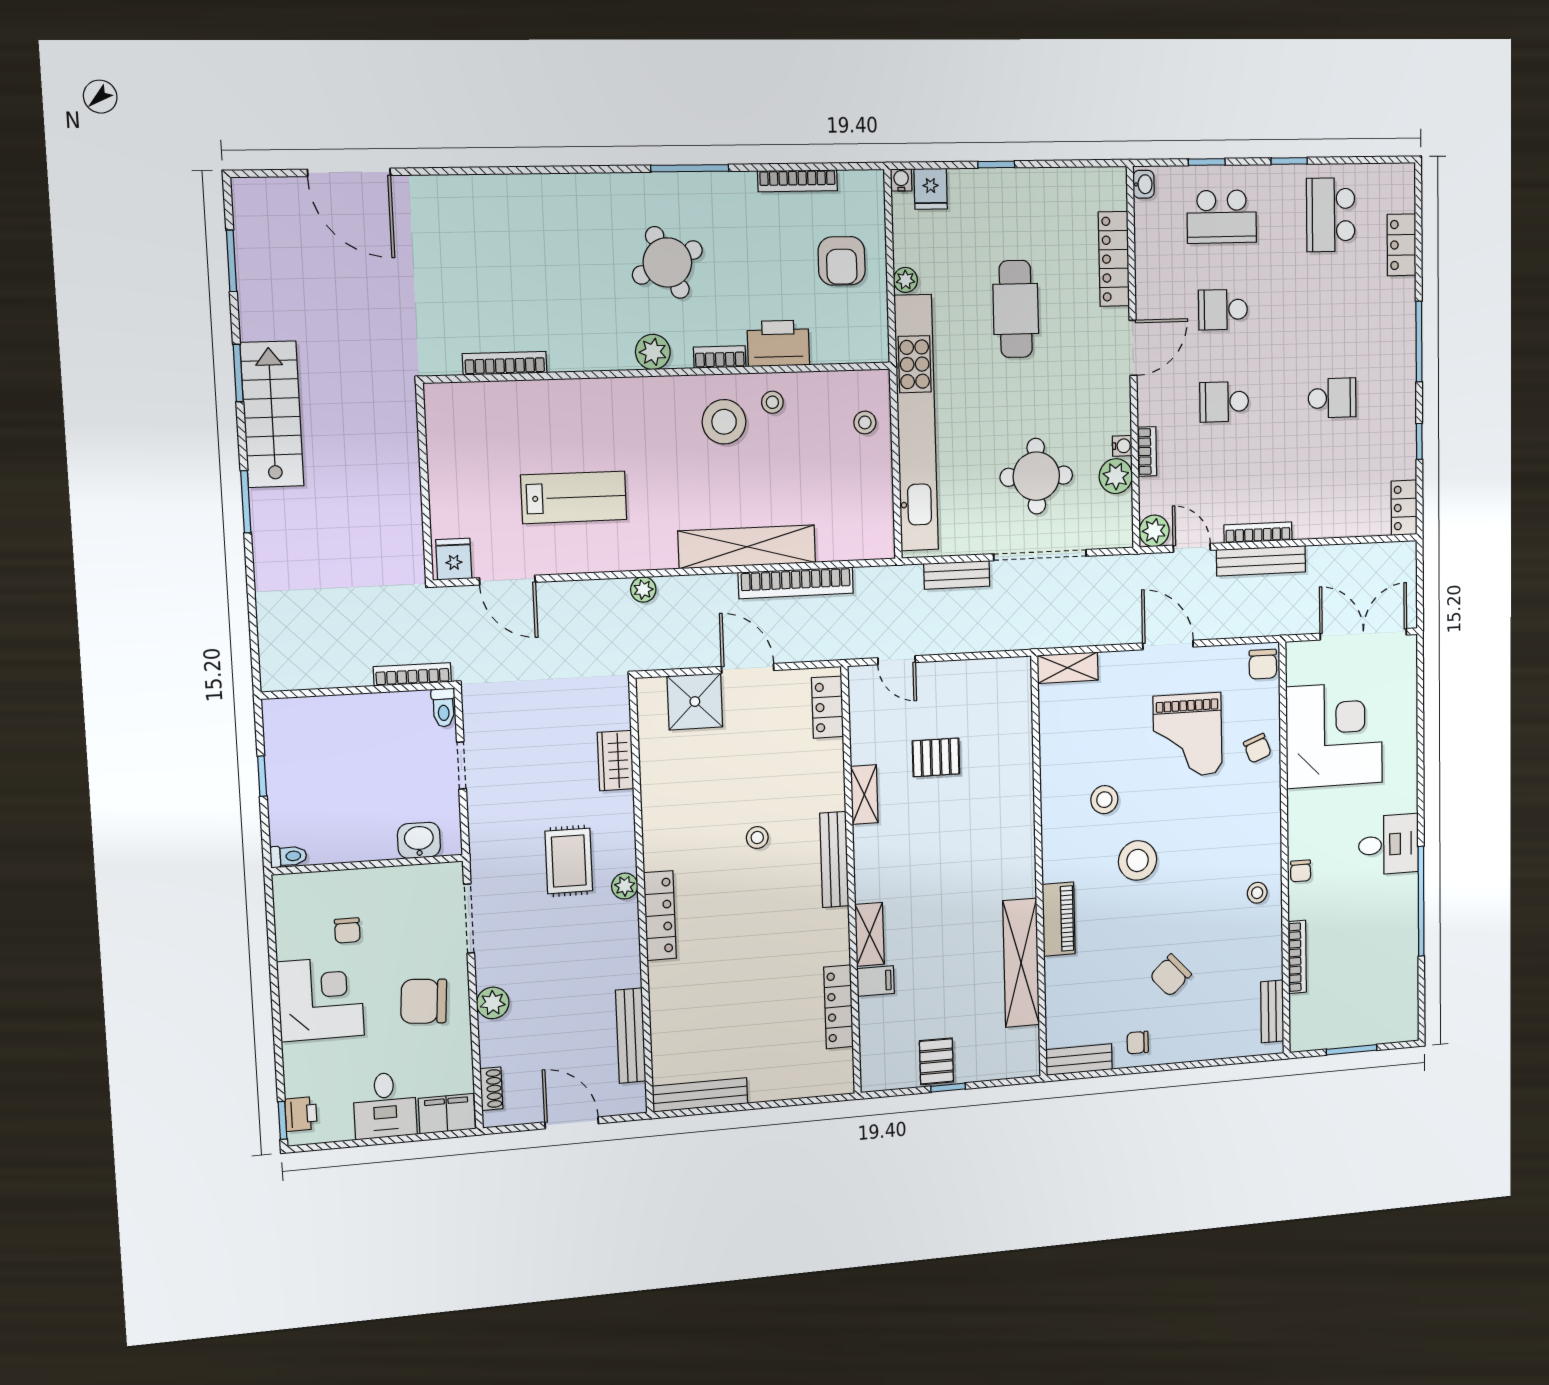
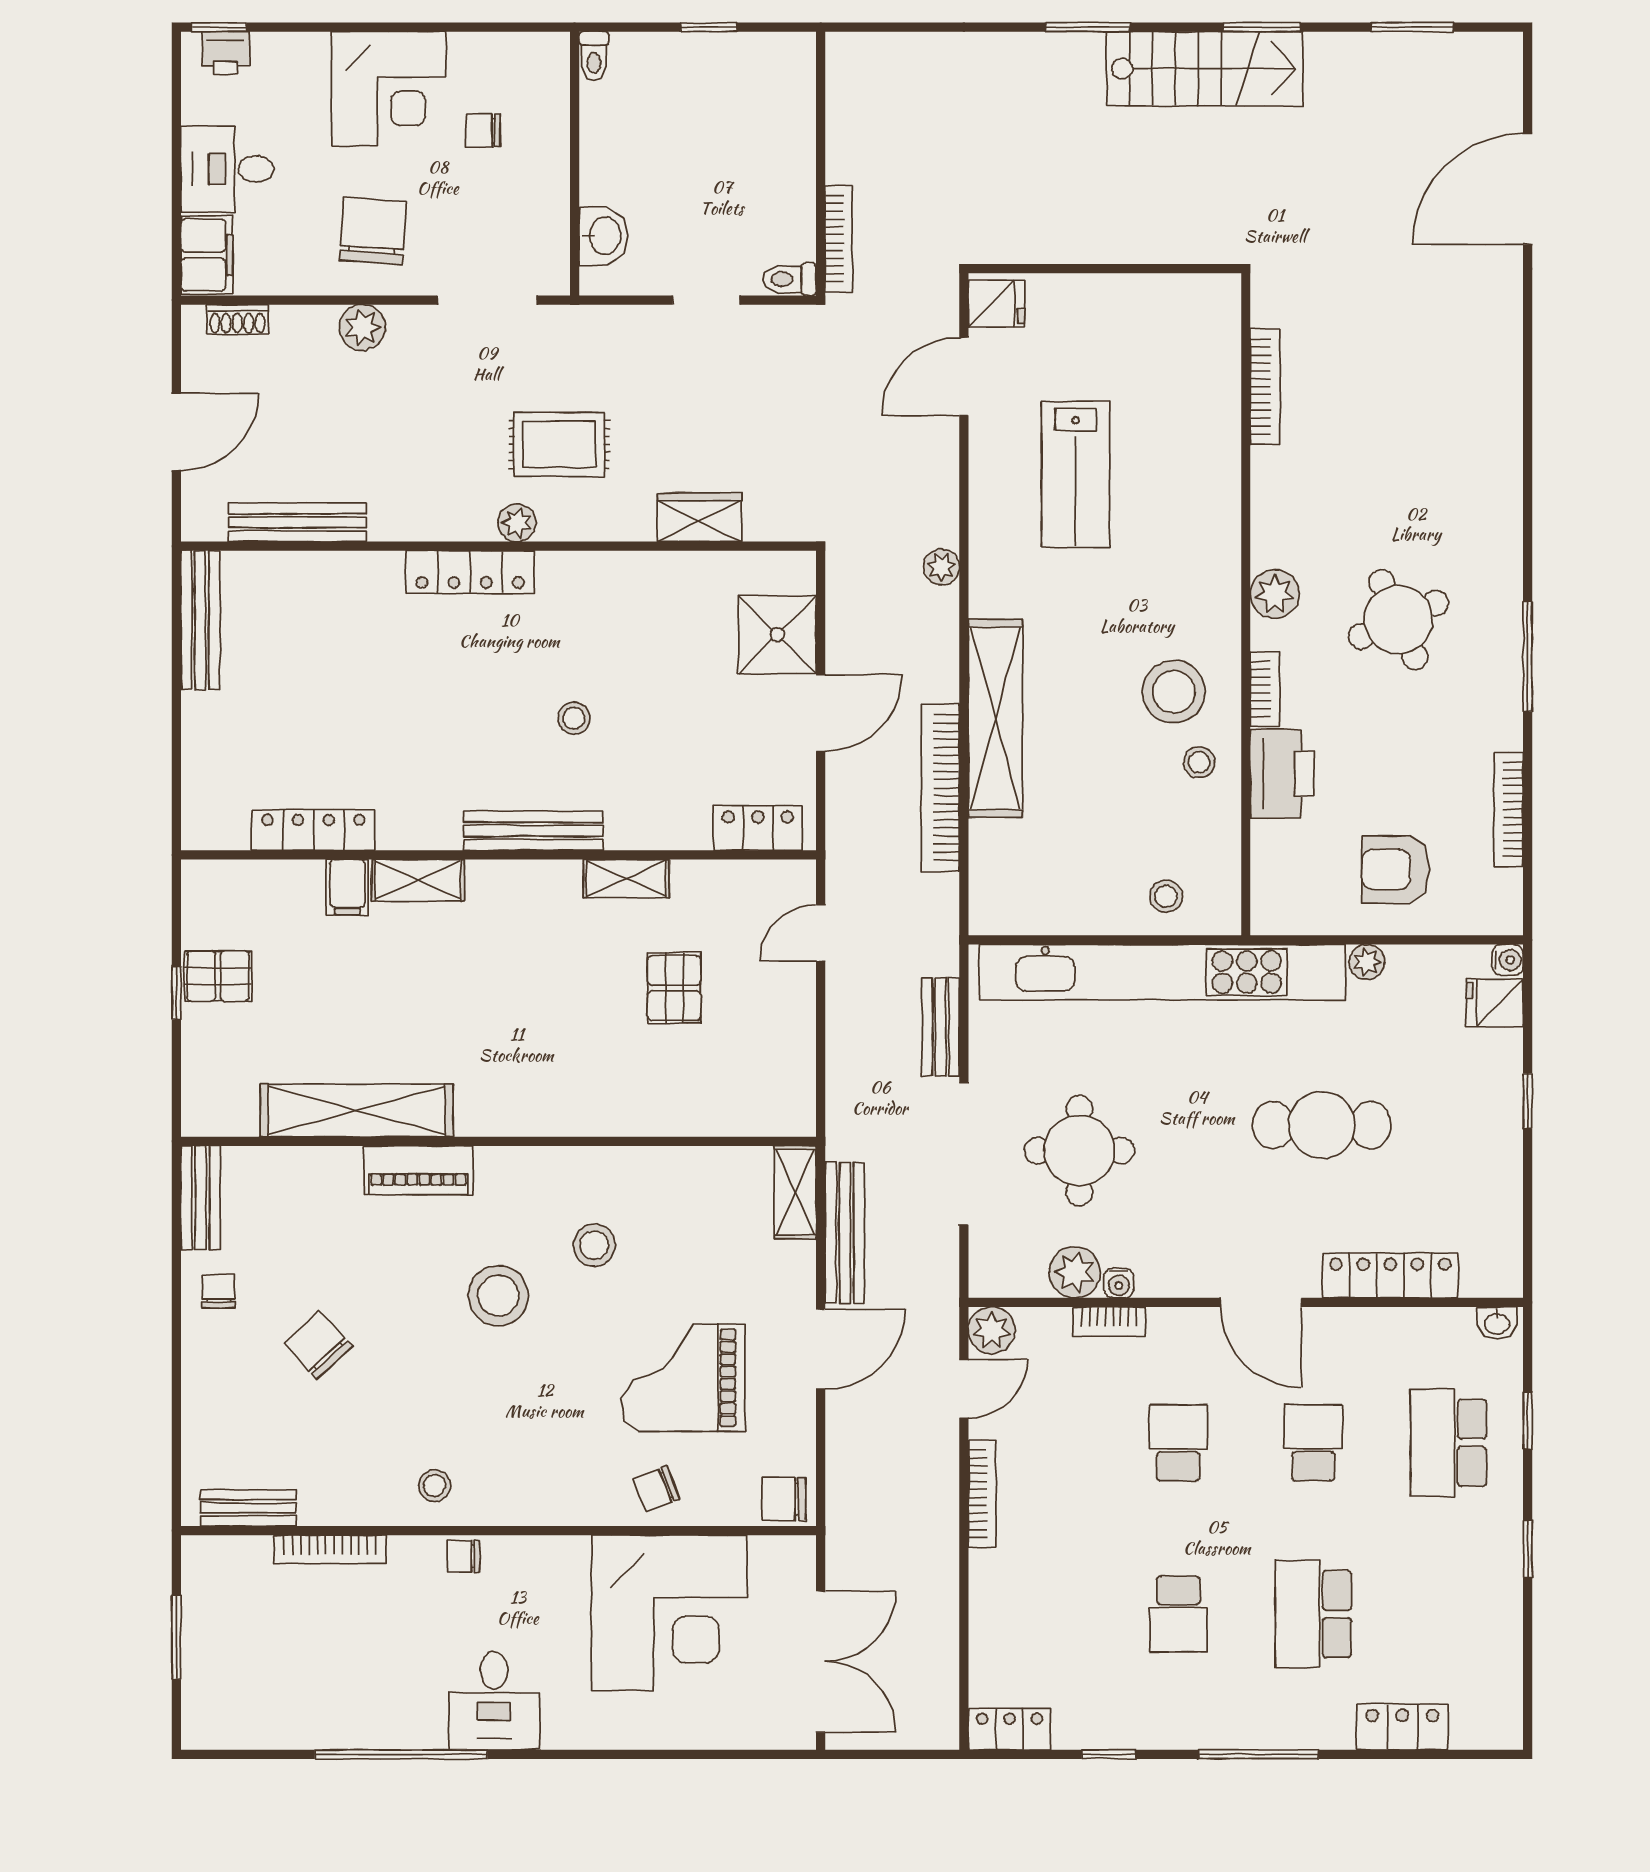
school desk: (1331, 215) -> (1313, 1614), moved, turned -90
bench: (1261, 561) -> (845, 1233), moved

